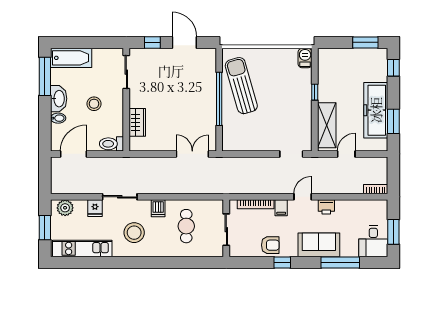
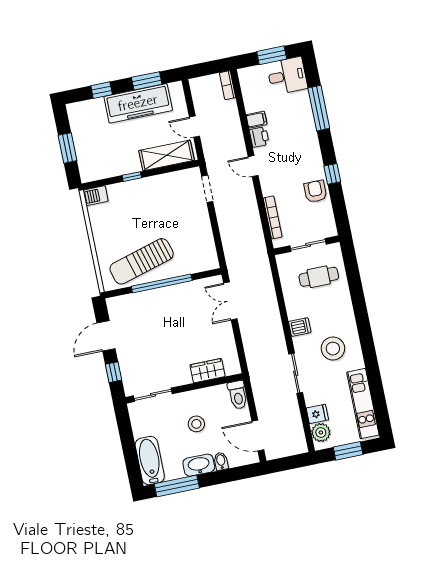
window: (365, 42) -> (67, 148), moved
window: (393, 68) -> (102, 90), moved
fridge: (95, 208) -> (317, 414), moved
filing cabinet: (281, 208) -> (256, 120), moved
cafe table: (186, 226) -> (319, 277), moved
sofa: (319, 245) -> (304, 137), removed

